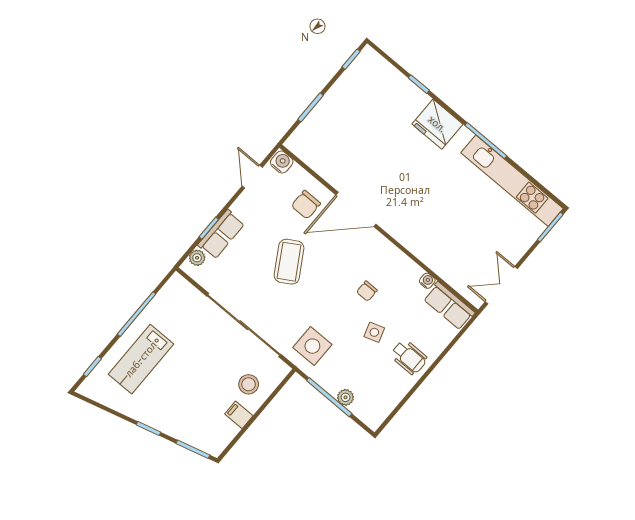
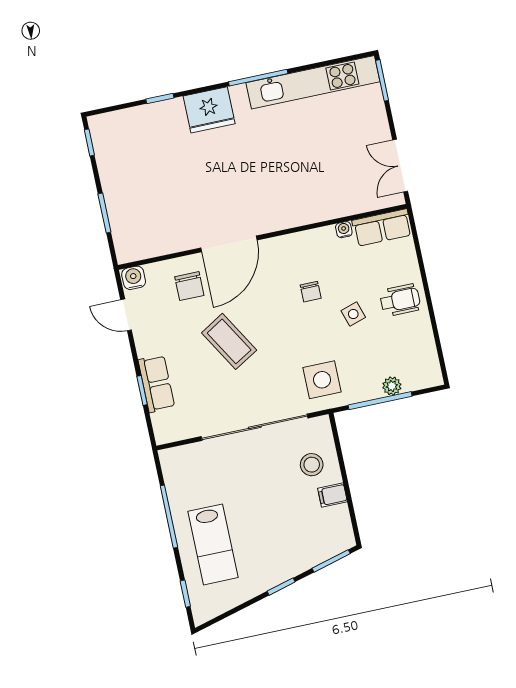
plant: (197, 258) -> (161, 422), removed

